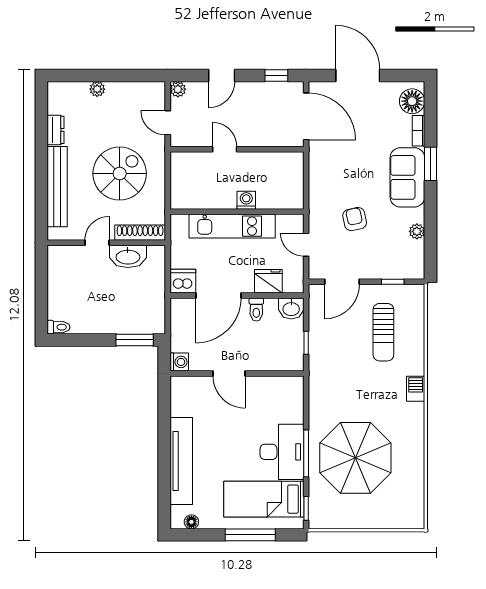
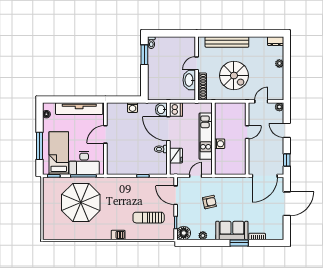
floor lamp: (412, 101) -> (184, 233), moved
dresser: (56, 130) -> (276, 41), moved
door: (97, 243) -> (197, 63), swing flipped
washbasin: (291, 308) -> (161, 109), moved
window: (135, 340) -> (144, 55), moved
door: (229, 373) -> (105, 134), moved
wall: (237, 373) -> (105, 139), moved

